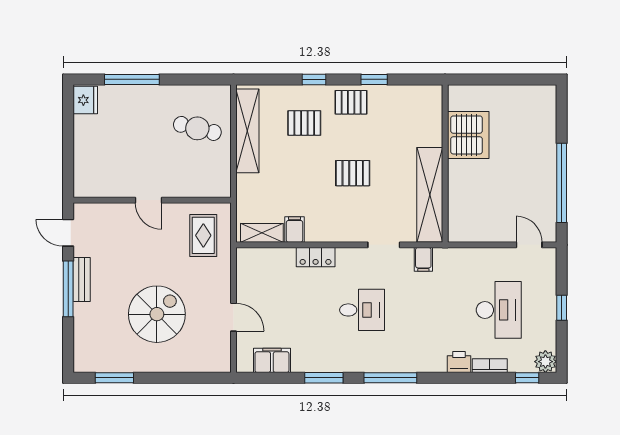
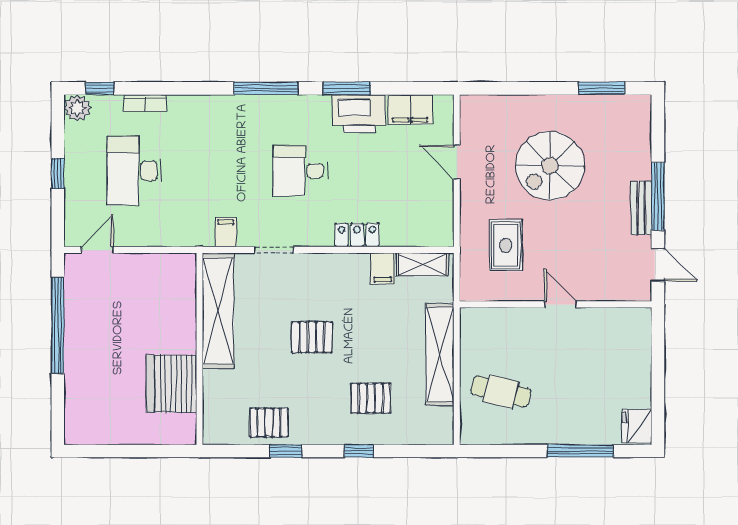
pallet: (351, 102) -> (269, 423), moved
shelving: (247, 131) -> (440, 354), moved
rug: (203, 235) -> (506, 245), moved
door: (529, 245) -> (97, 250), swing flipped
printer: (459, 362) -> (359, 114), moved, width x1.87, depth x1.48

